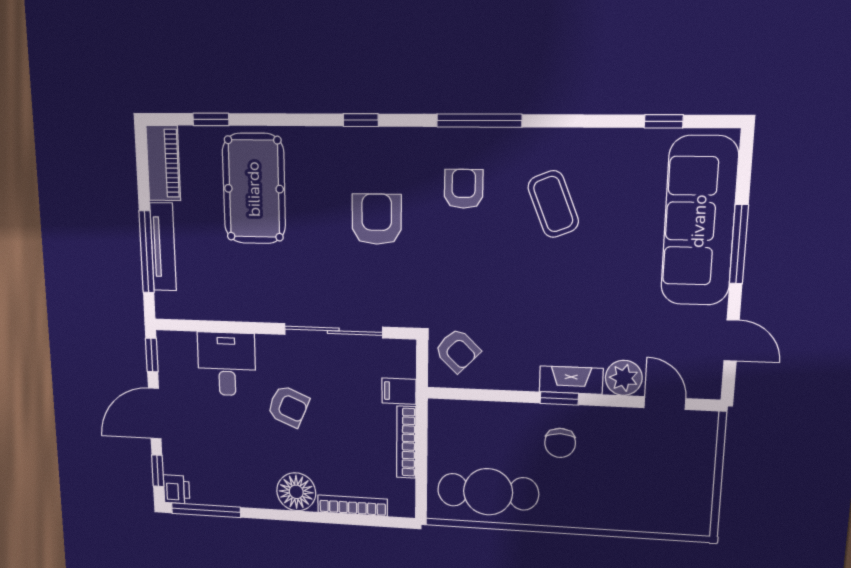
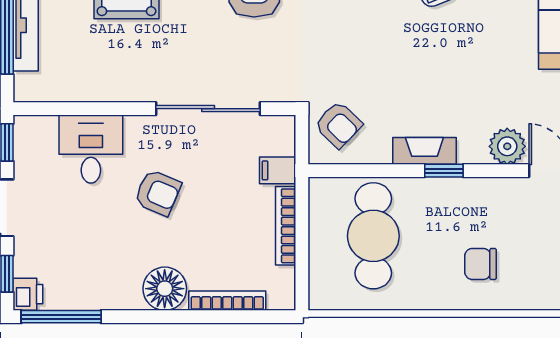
fireplace: (571, 380) -> (424, 151), moved
chair: (560, 443) -> (481, 264), moved, turned 90
cafe table: (488, 492) -> (373, 236), moved, turned 90

